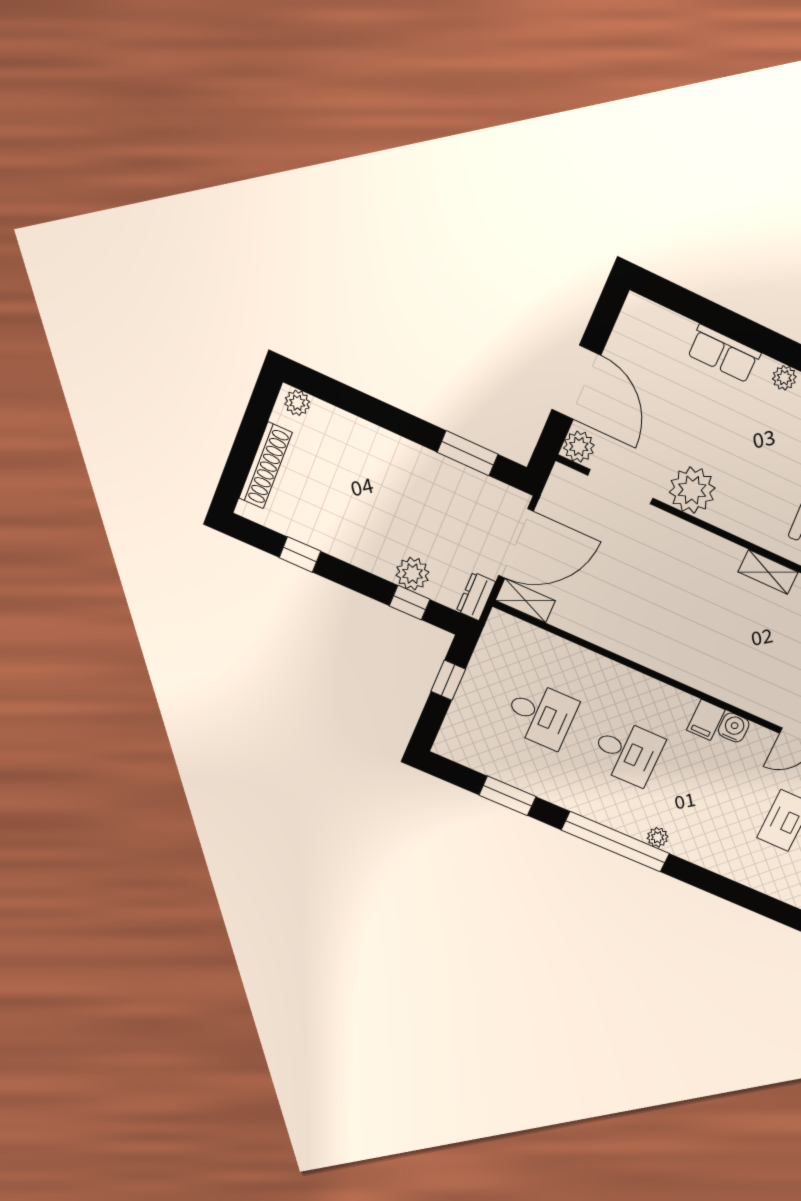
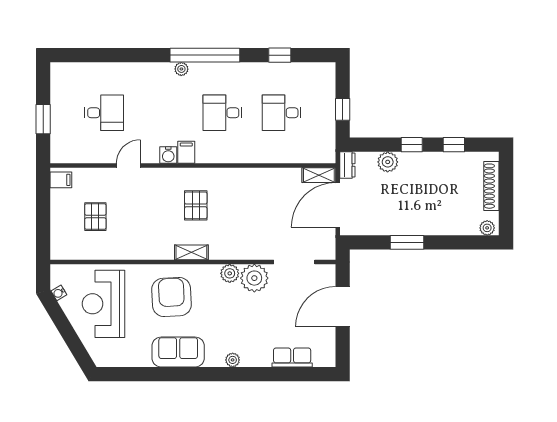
row of seats: (724, 354) -> (292, 358), moved
door: (576, 382) -> (343, 307), hinge flipped
plant: (579, 447) -> (230, 273), moved
window: (468, 453) -> (407, 242), moved
window: (410, 603) -> (412, 145), moved
pallet: (728, 638) -> (196, 205), added
window: (507, 796) -> (280, 55), width x0.67

